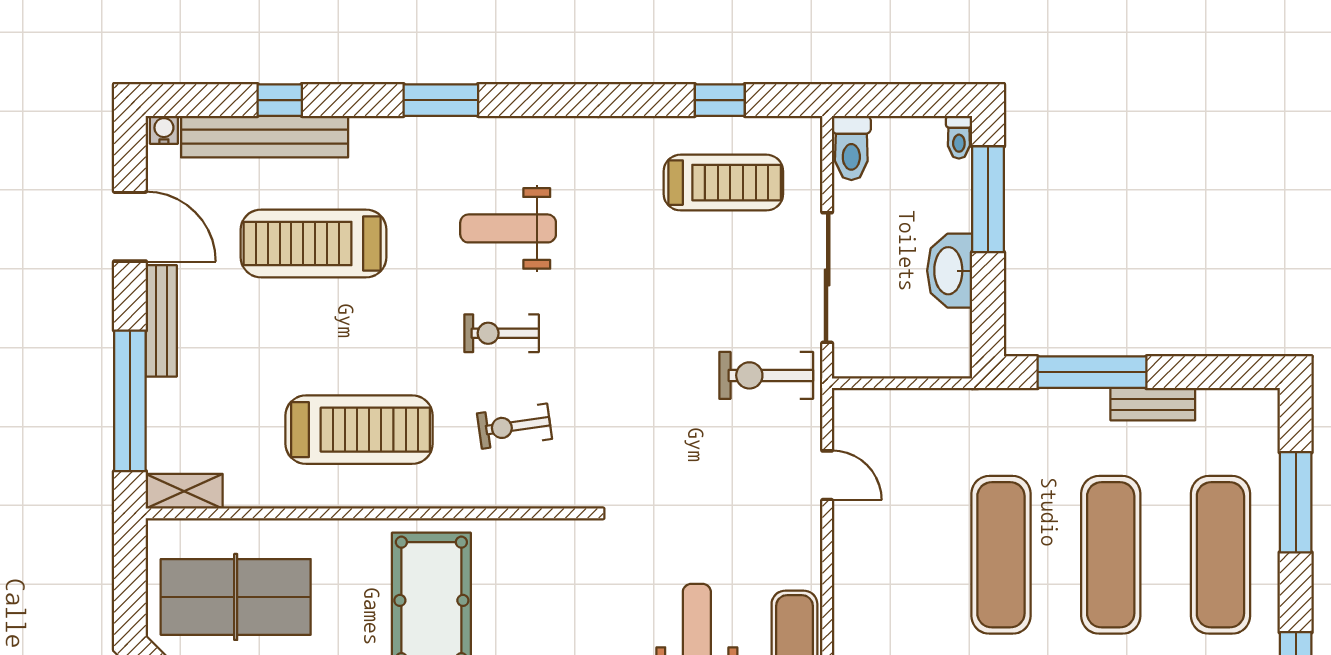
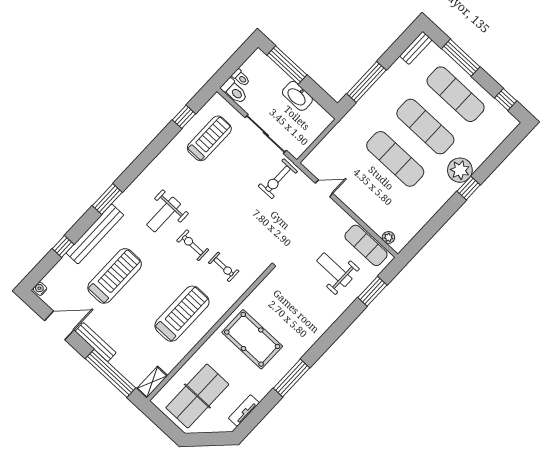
bench: (265, 137) -> (95, 234), moved
toilet: (959, 137) -> (241, 78), moved
treadmill: (314, 243) -> (115, 276), turned 180
exercise bike: (502, 333) -> (193, 245), turned 90
bench: (1153, 404) -> (416, 48), moved
exercise bike: (514, 426) -> (224, 267), turned -82

